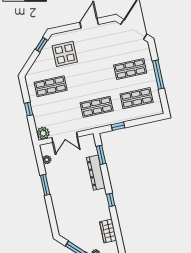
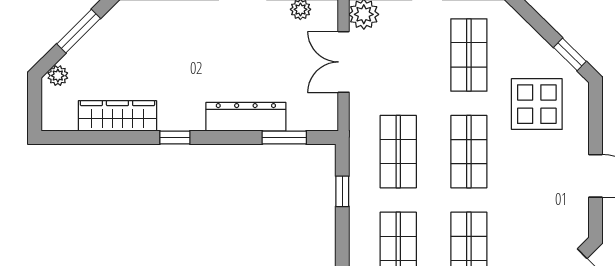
shop shelf: (90, 78) -> (469, 152), added
wardrobe: (108, 231) -> (117, 116), width x1.50

